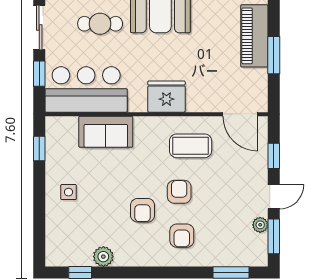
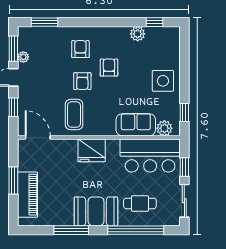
plant: (66, 127) -> (164, 128), added
coffee table: (191, 146) -> (74, 114), turned 90
side table: (69, 192) -> (163, 81), width x1.87, depth x1.87

